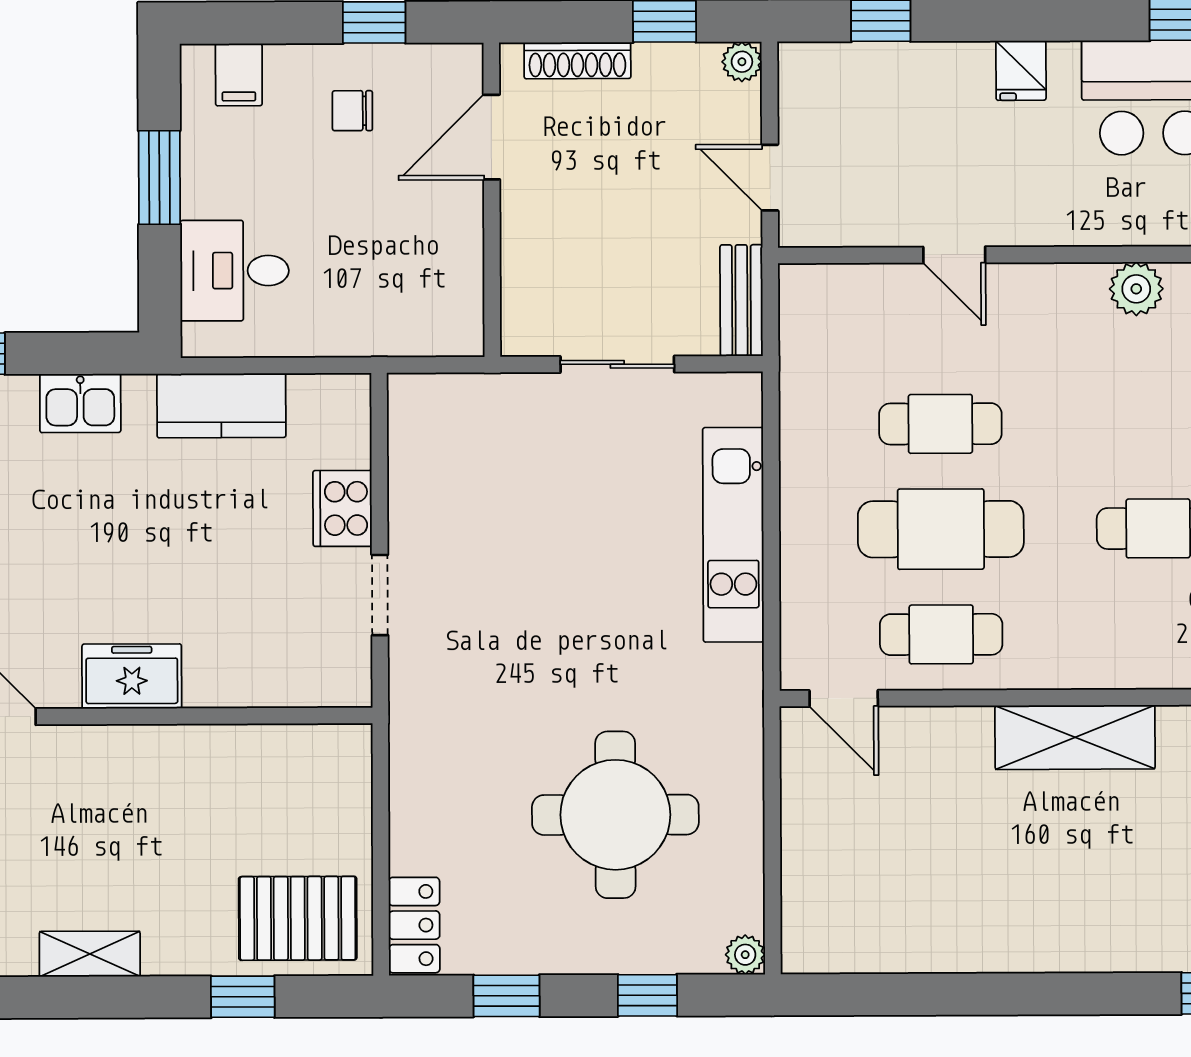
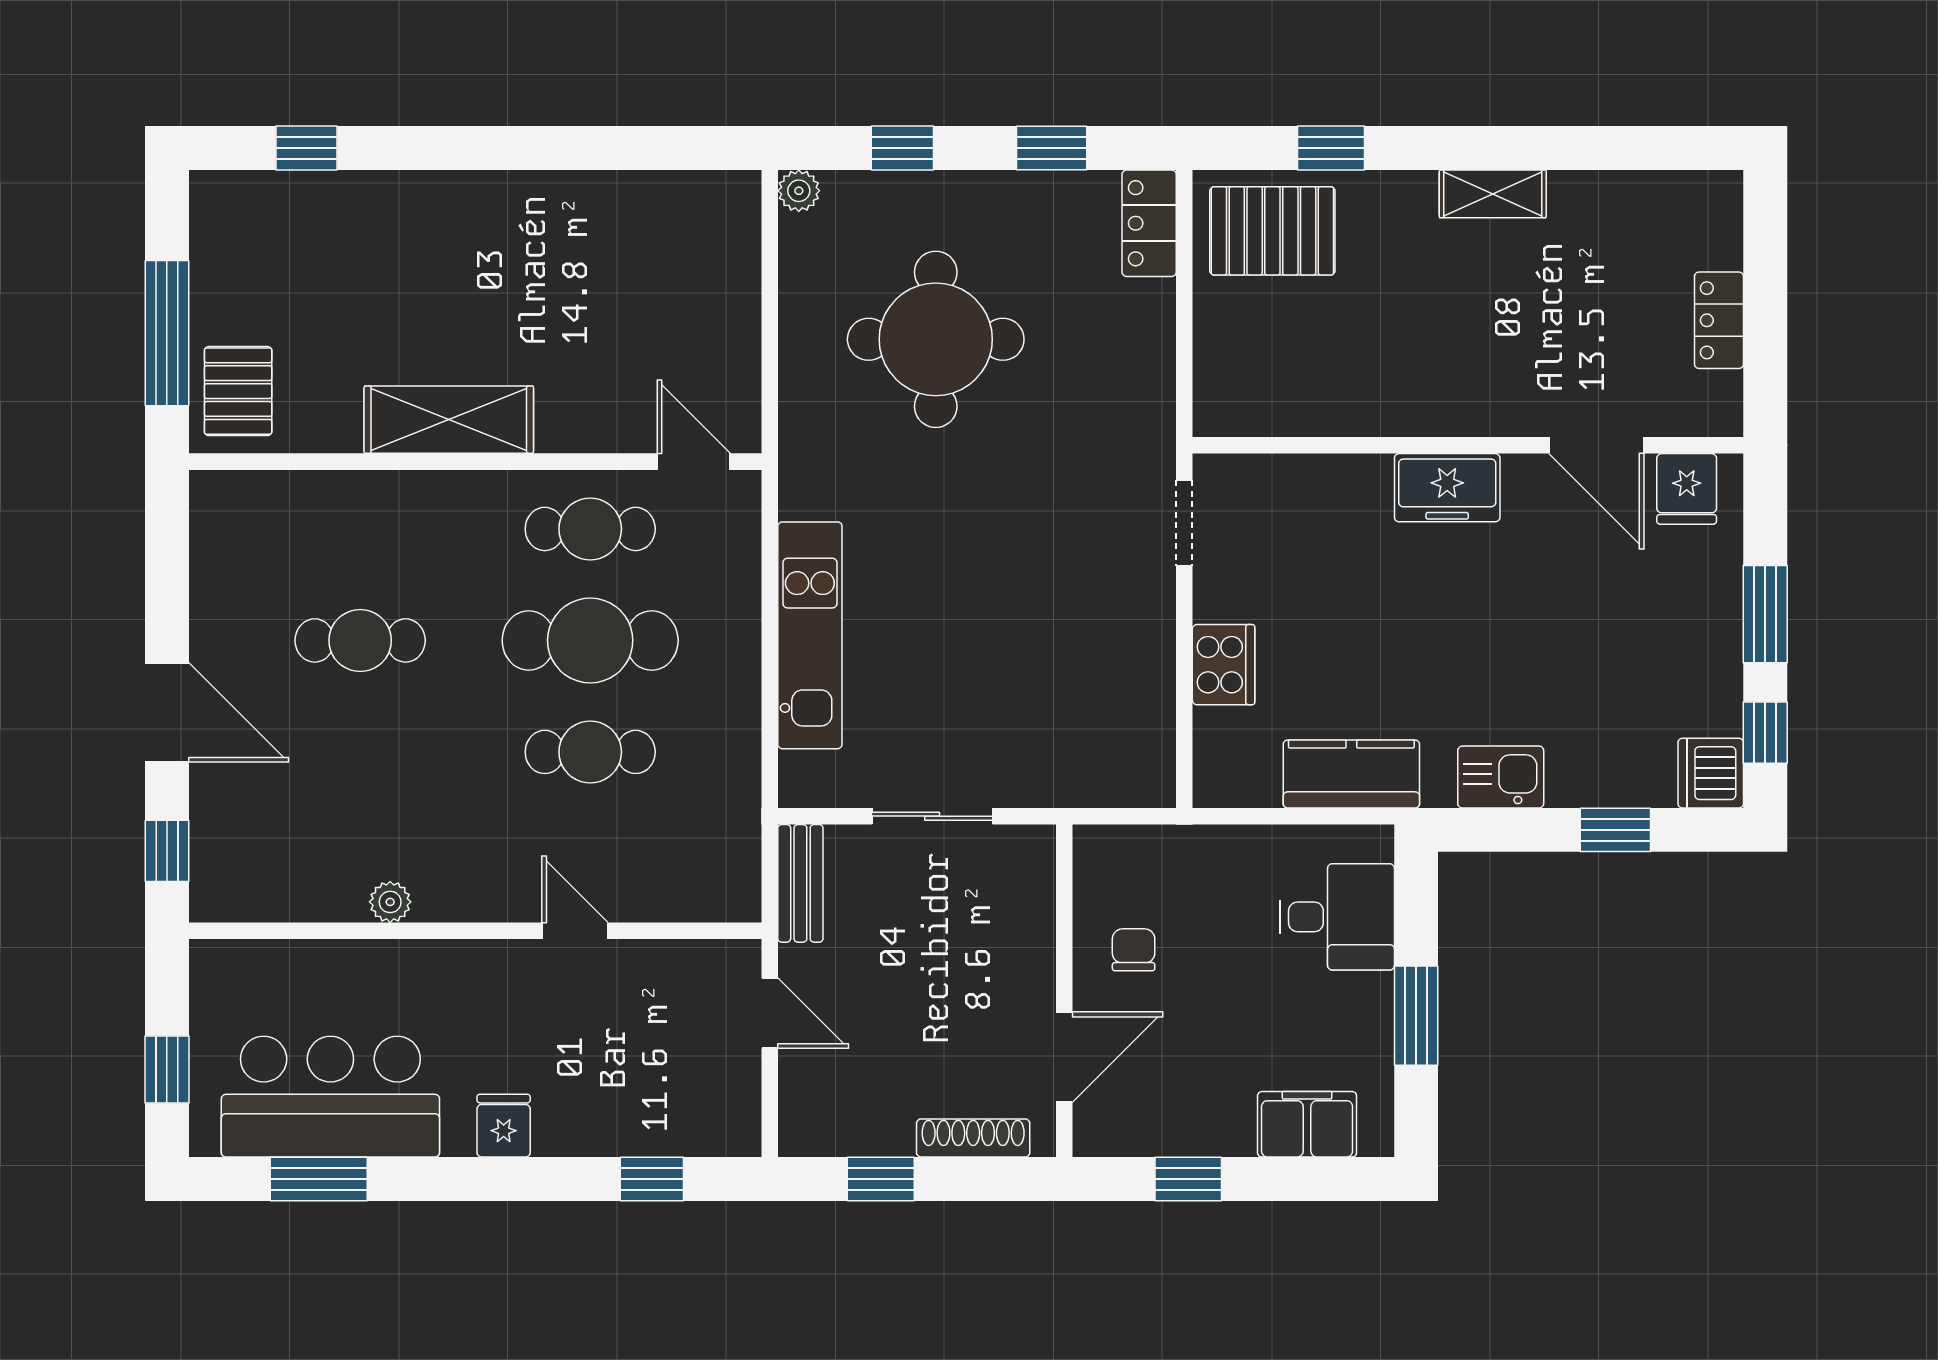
plant: (742, 62) -> (799, 1136), removed
filing cabinet: (239, 75) -> (1307, 1124), width x2.00
chair: (352, 111) -> (1134, 950), moved, turned -90
plant: (1136, 289) -> (390, 902), width x0.73, depth x0.73
doorway: (380, 595) -> (1184, 523), moved

